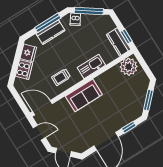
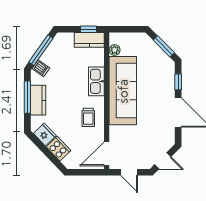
plant: (129, 67) -> (115, 50), width x0.53, depth x0.53
sofa: (84, 95) -> (123, 91), width x1.85, depth x1.27
door: (39, 133) -> (129, 172), swing flipped

